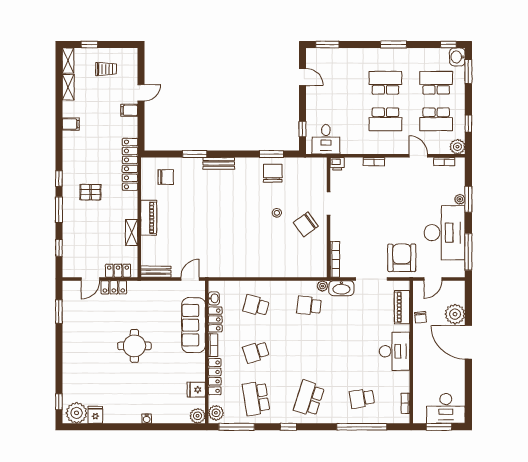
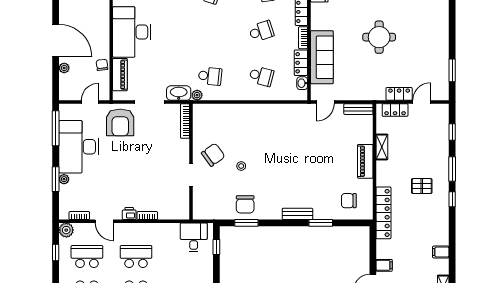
printer: (337, 164) -> (129, 213), moved
plant: (455, 314) -> (64, 68), width x0.53, depth x0.53
desk: (394, 351) -> (132, 32), width x1.36, depth x1.30

